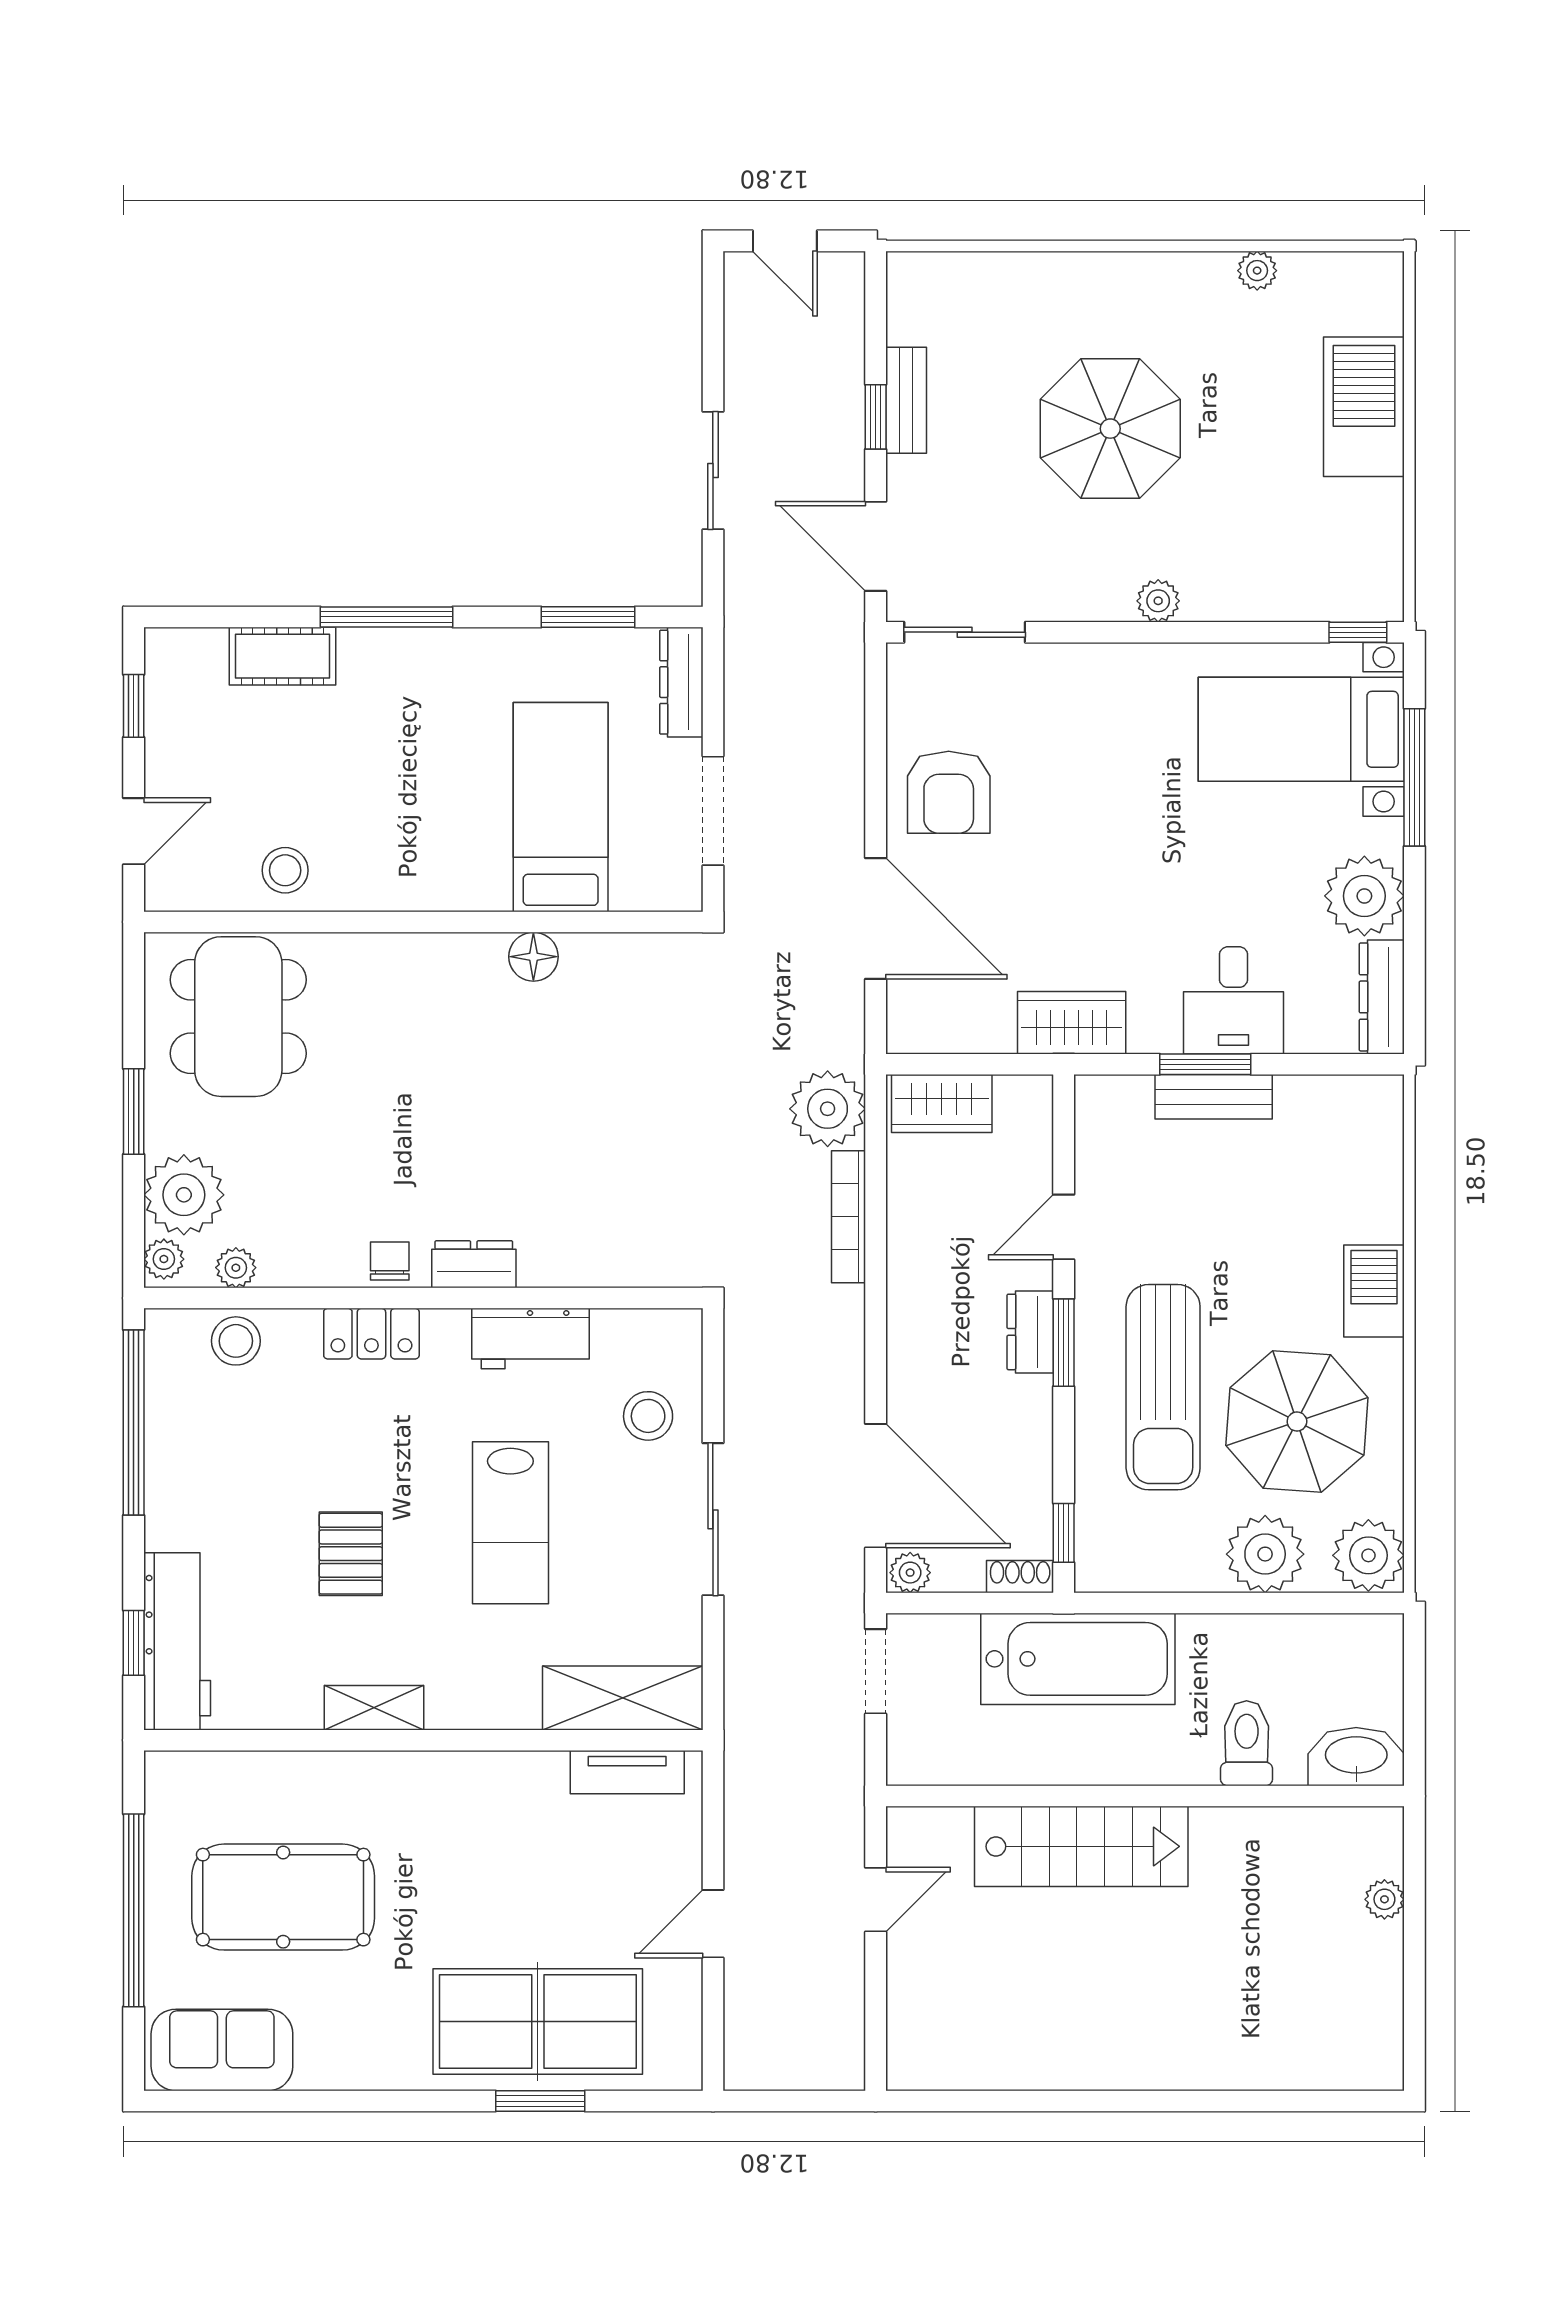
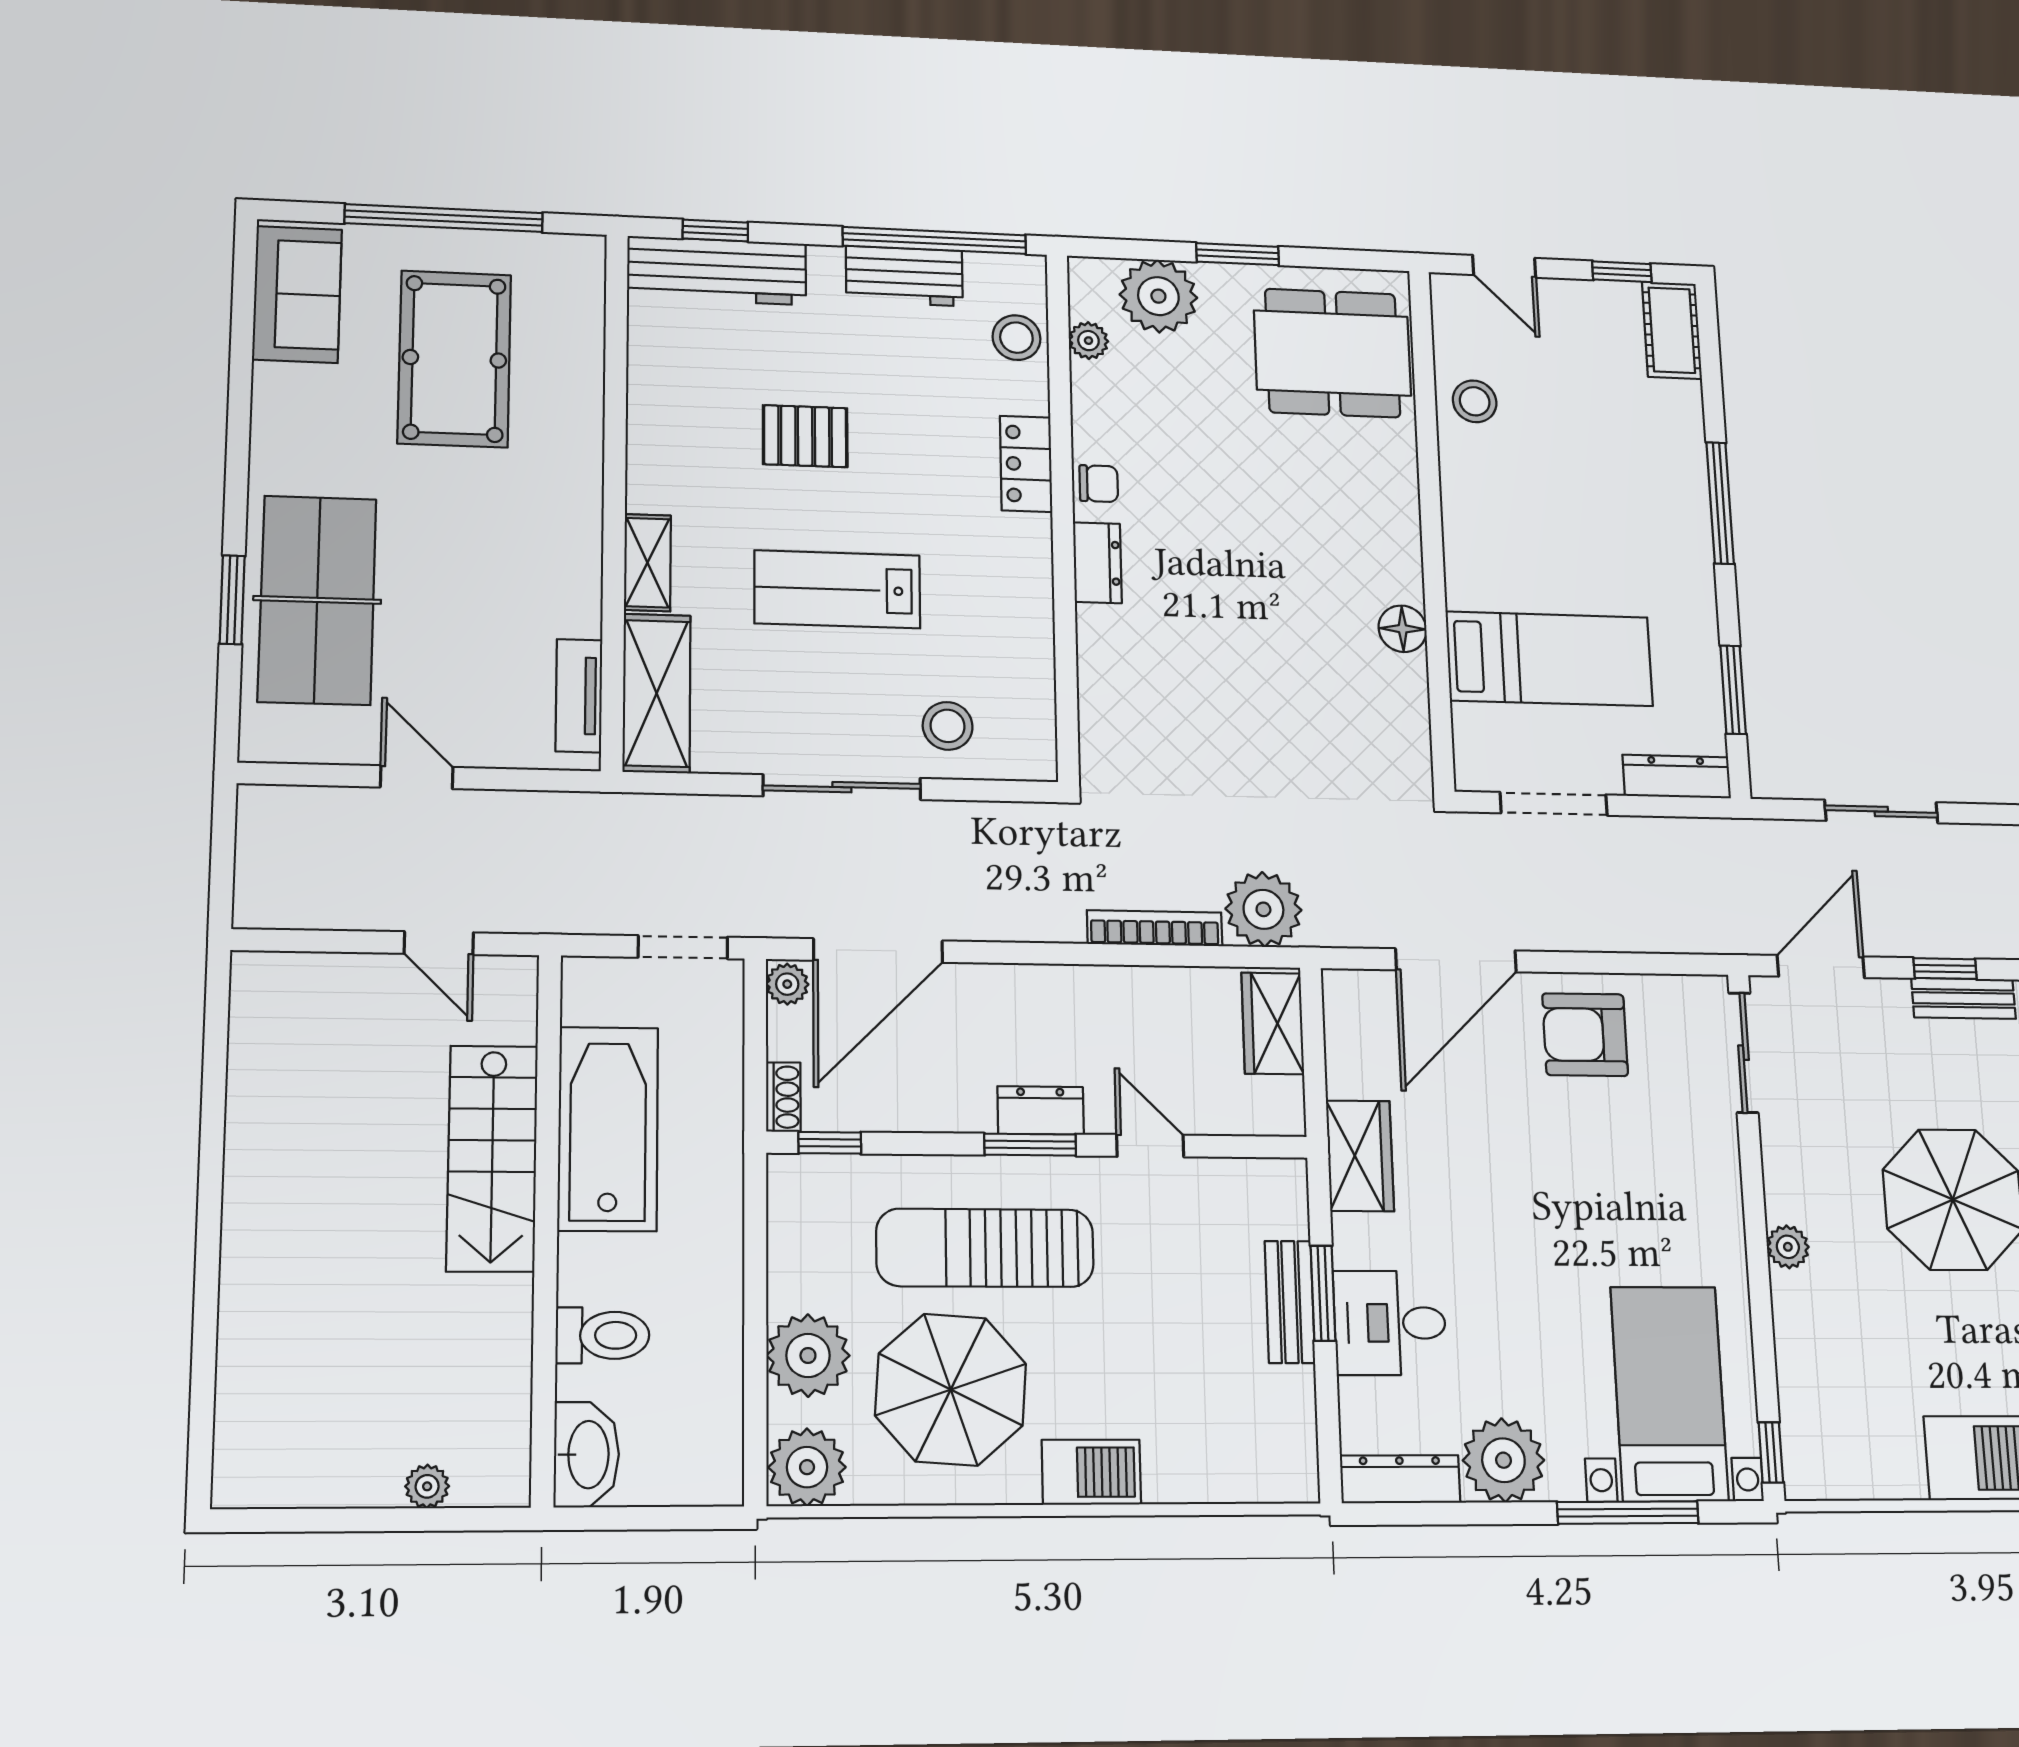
cot: (283, 656) -> (1672, 330), moved
plant: (164, 1259) -> (1095, 275), removed
workbench: (531, 1338) -> (904, 276), moved, turned -90
bathtub: (1078, 1659) -> (608, 1129), moved, turned 180
shelving: (374, 1708) -> (647, 563), moved

